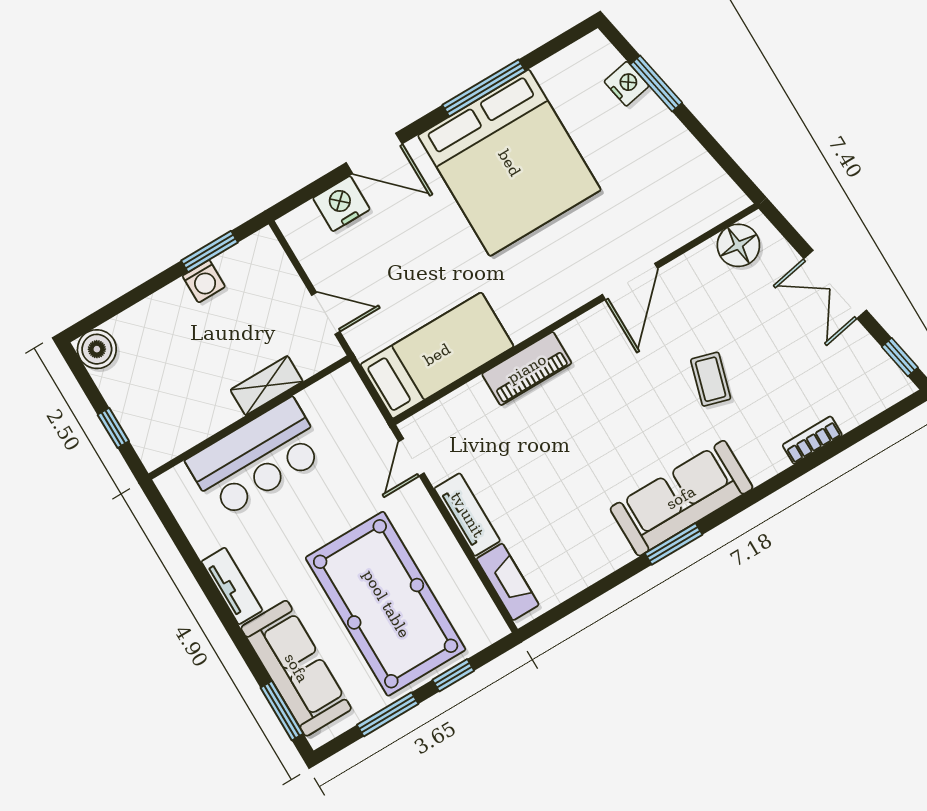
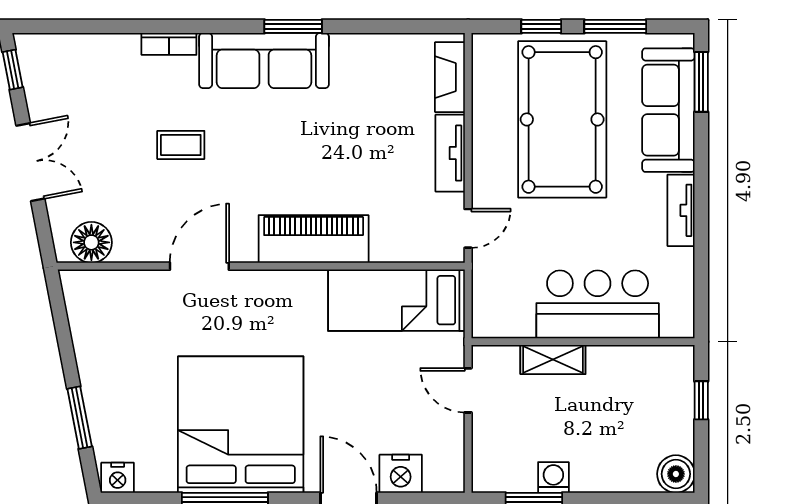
nightstand: (627, 84) -> (118, 478), moved, turned -79
piano: (527, 369) -> (314, 239), width x1.37, depth x1.33
coffee table: (711, 379) -> (181, 145), turned 74
bookcase: (812, 440) -> (169, 44), moved

